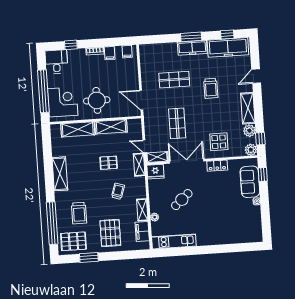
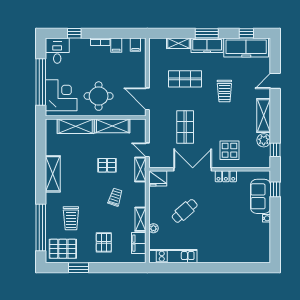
plant: (251, 150) -> (264, 161), removed
shelving: (157, 157) -> (178, 43), moved
pallet: (110, 233) -> (104, 242), width x0.67, depth x0.71

